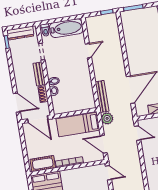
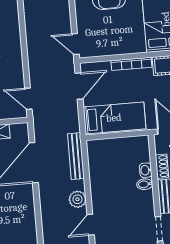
plant: (107, 118) -> (77, 199), moved
door: (104, 144) -> (79, 86), hinge flipped

